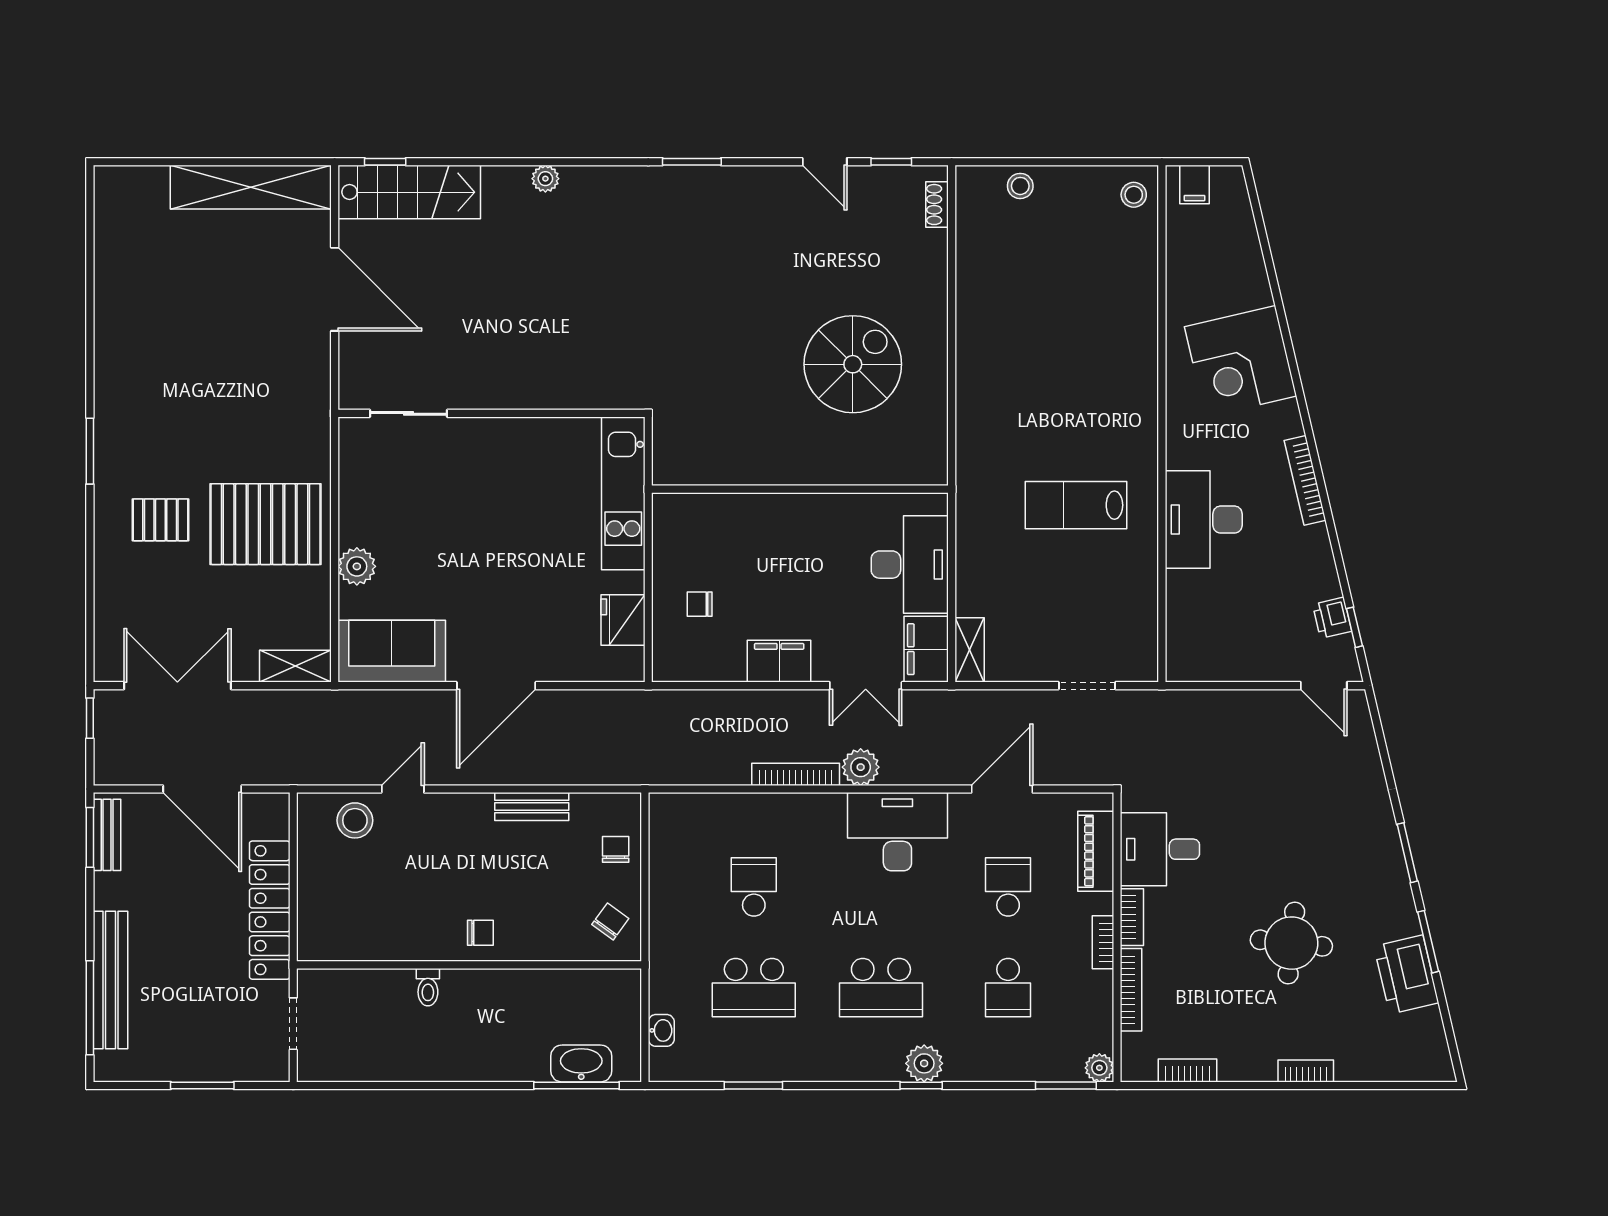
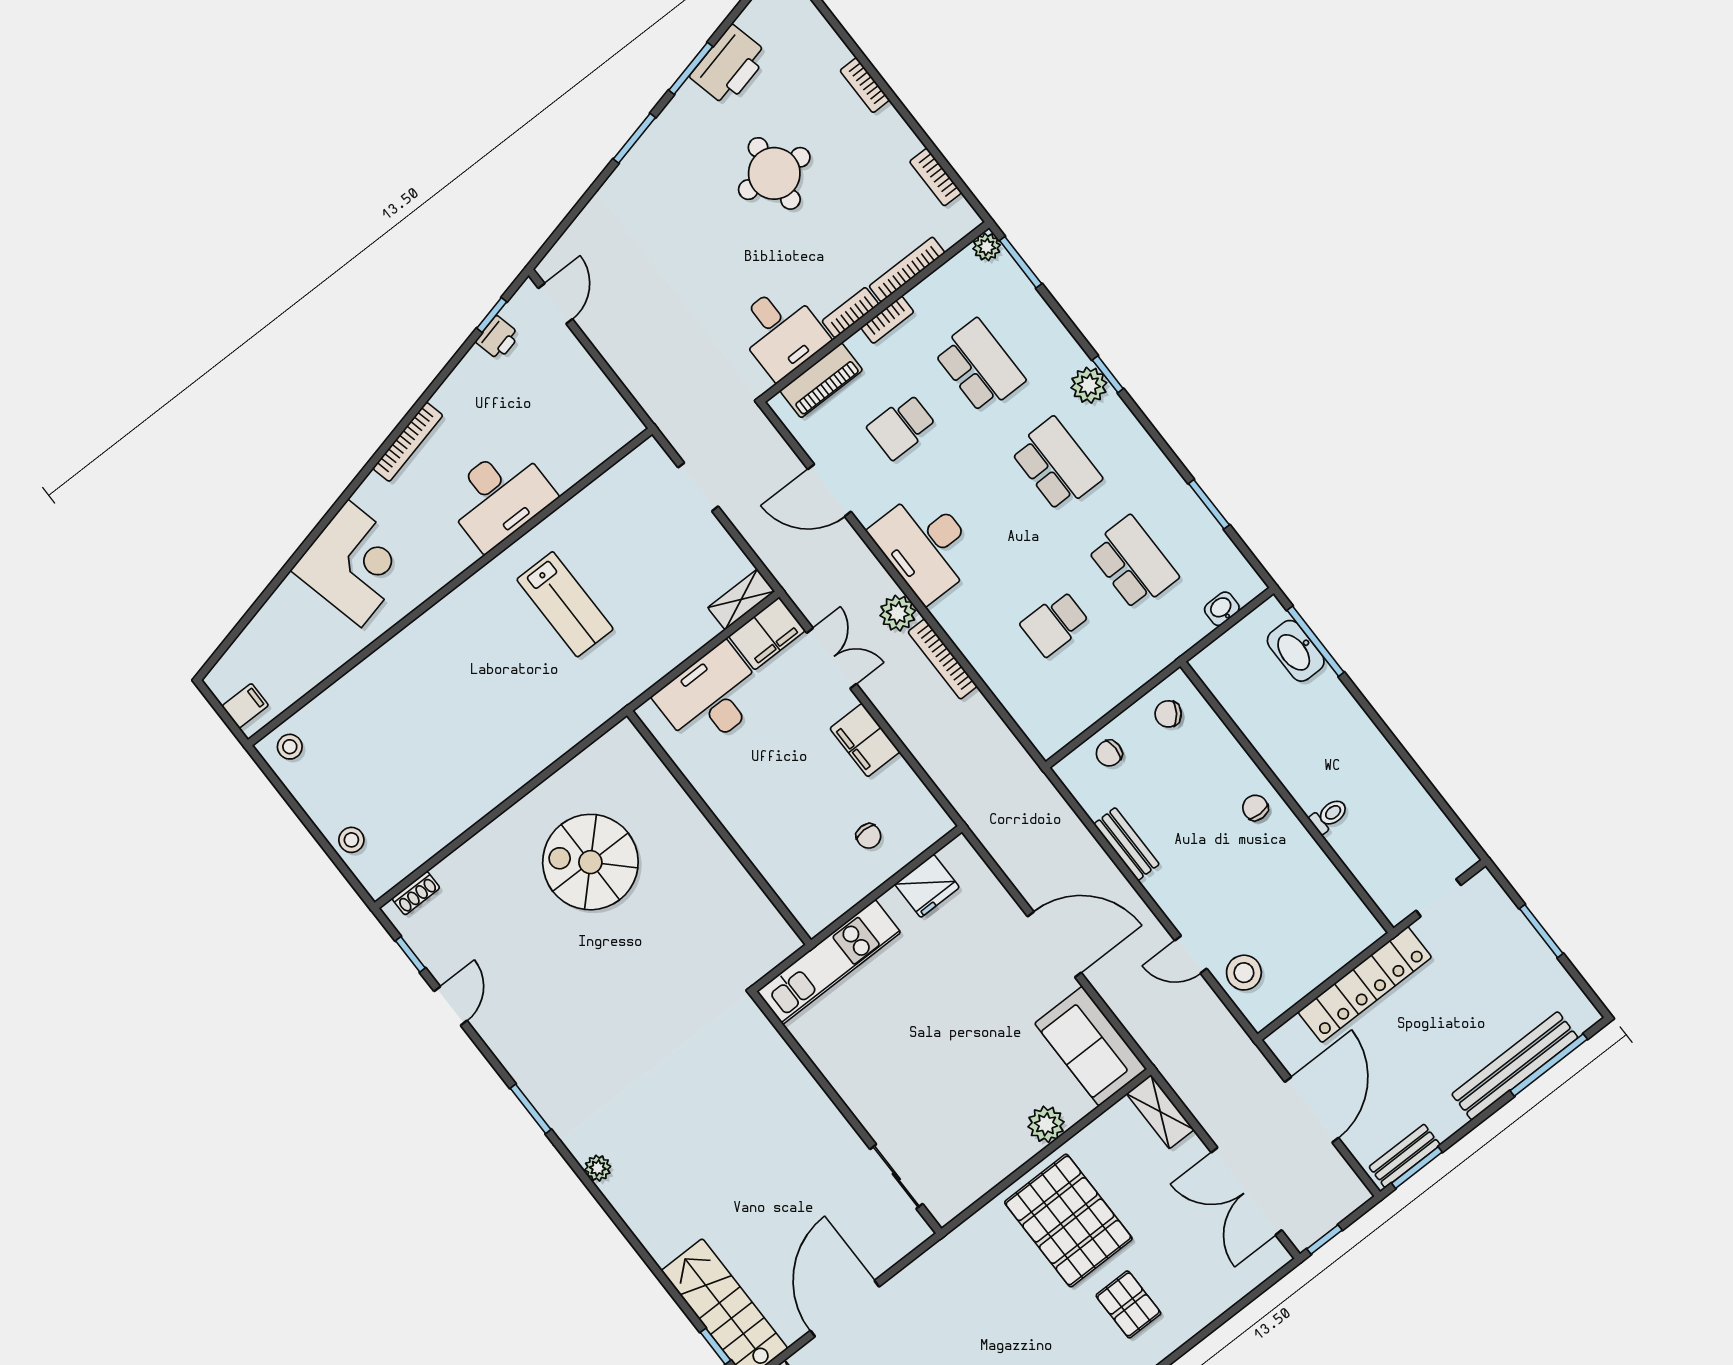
plant: (545, 179) -> (598, 1168), moved
school desk: (1008, 988) -> (980, 366), width x1.85

